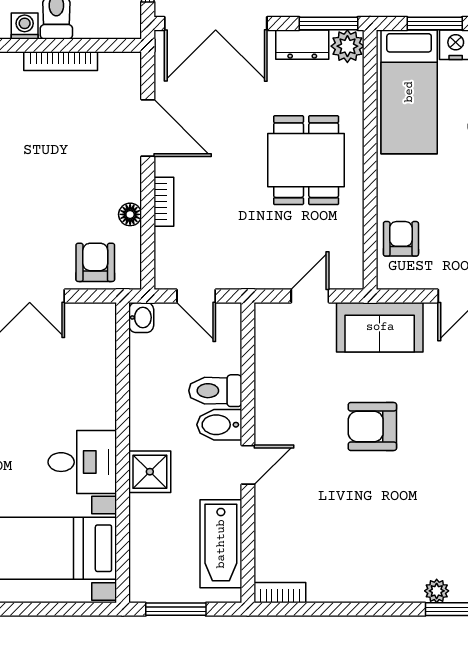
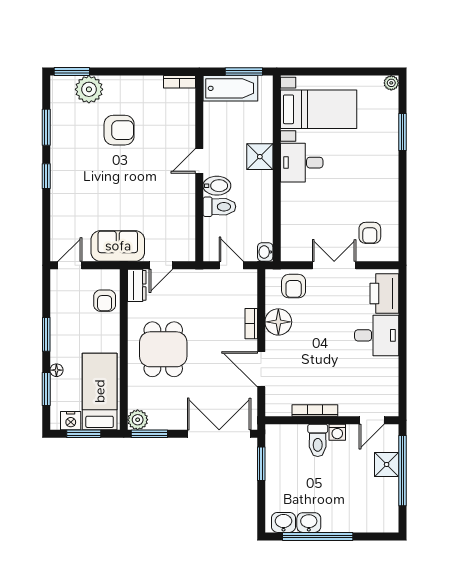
dresser: (302, 45) -> (137, 285), moved, turned 90
floor lamp: (130, 214) -> (278, 322), width x1.89, depth x1.89
armchair: (372, 427) -> (119, 130), moved
bathtub: (221, 544) -> (230, 88), moved, turned 90
plant: (437, 591) -> (89, 89), width x1.87, depth x1.87

